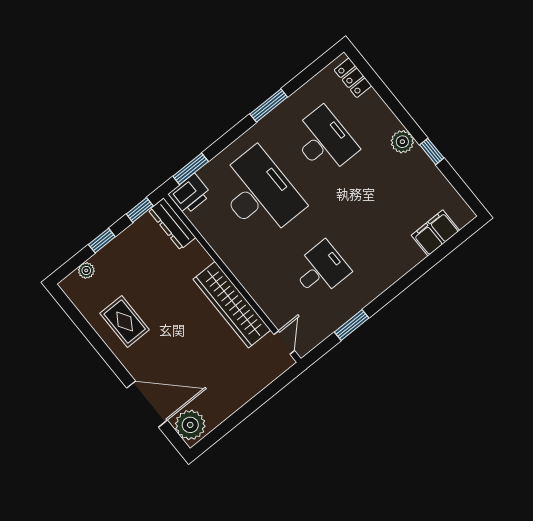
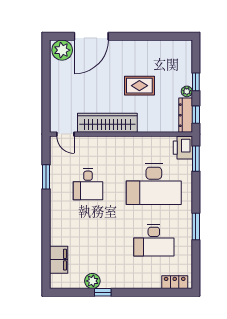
plant: (402, 142) -> (92, 281), moved
dresser: (172, 224) -> (186, 115), moved, turned -90
plant: (86, 270) -> (187, 91), moved
rug: (125, 322) -> (139, 86), moved

